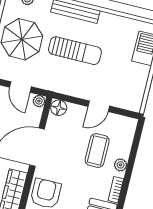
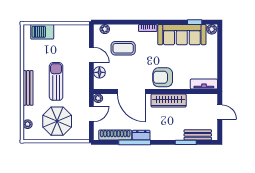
floor lamp: (59, 108) -> (99, 72), moved
plant: (121, 165) -> (105, 29), moved

